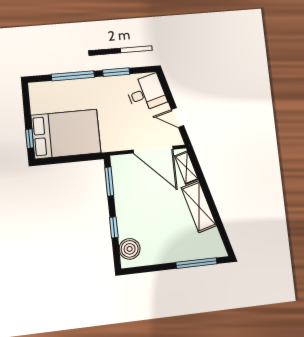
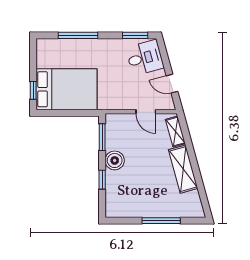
window: (116, 72) -> (135, 35), moved
door: (153, 150) -> (146, 112), width x0.53
boiler: (130, 249) -> (115, 160), moved
window: (196, 263) -> (161, 221), moved

